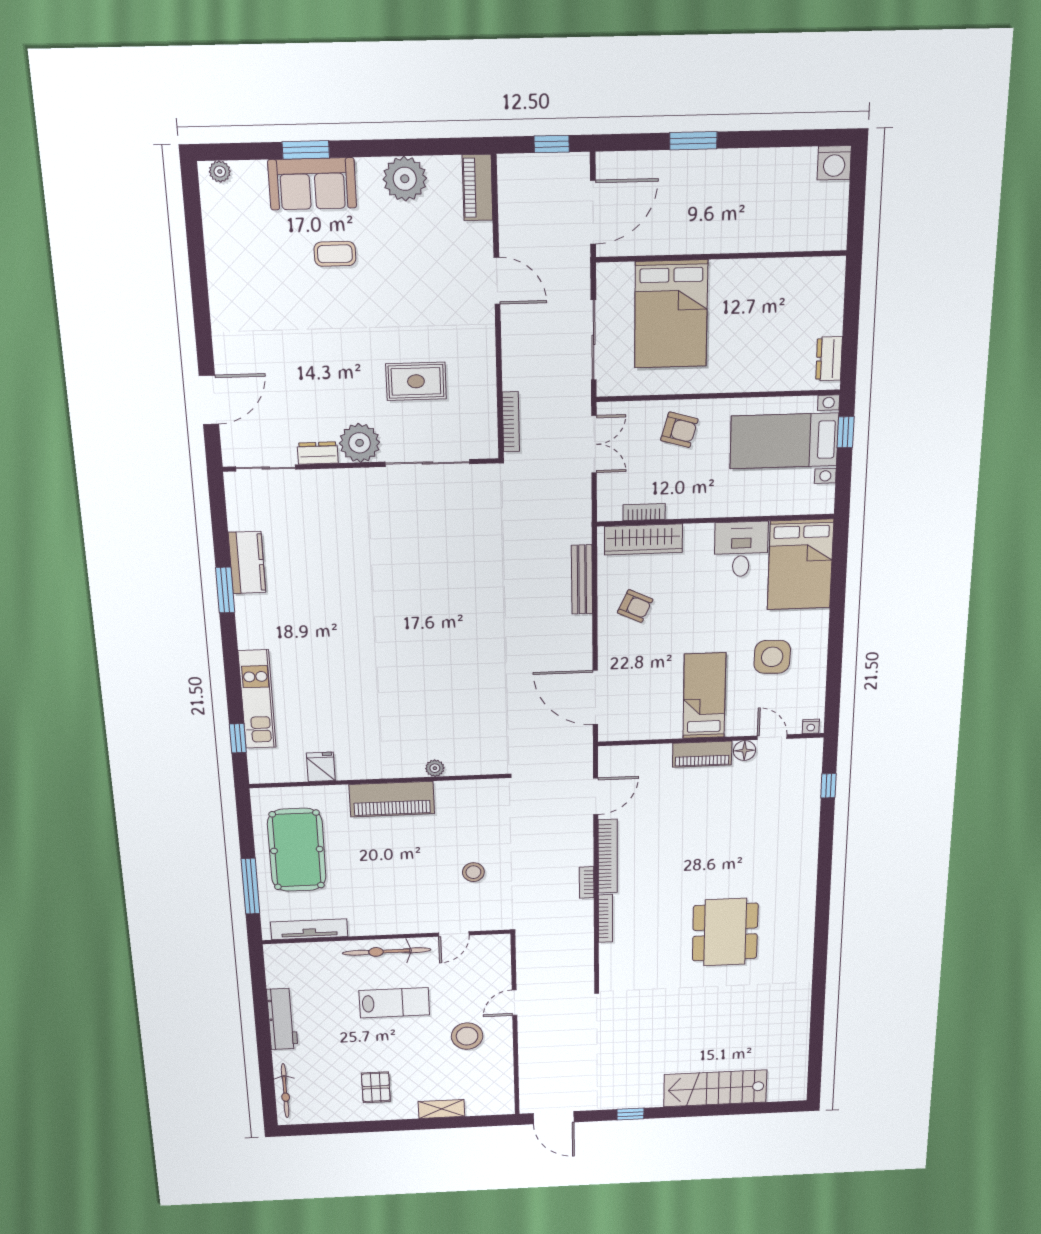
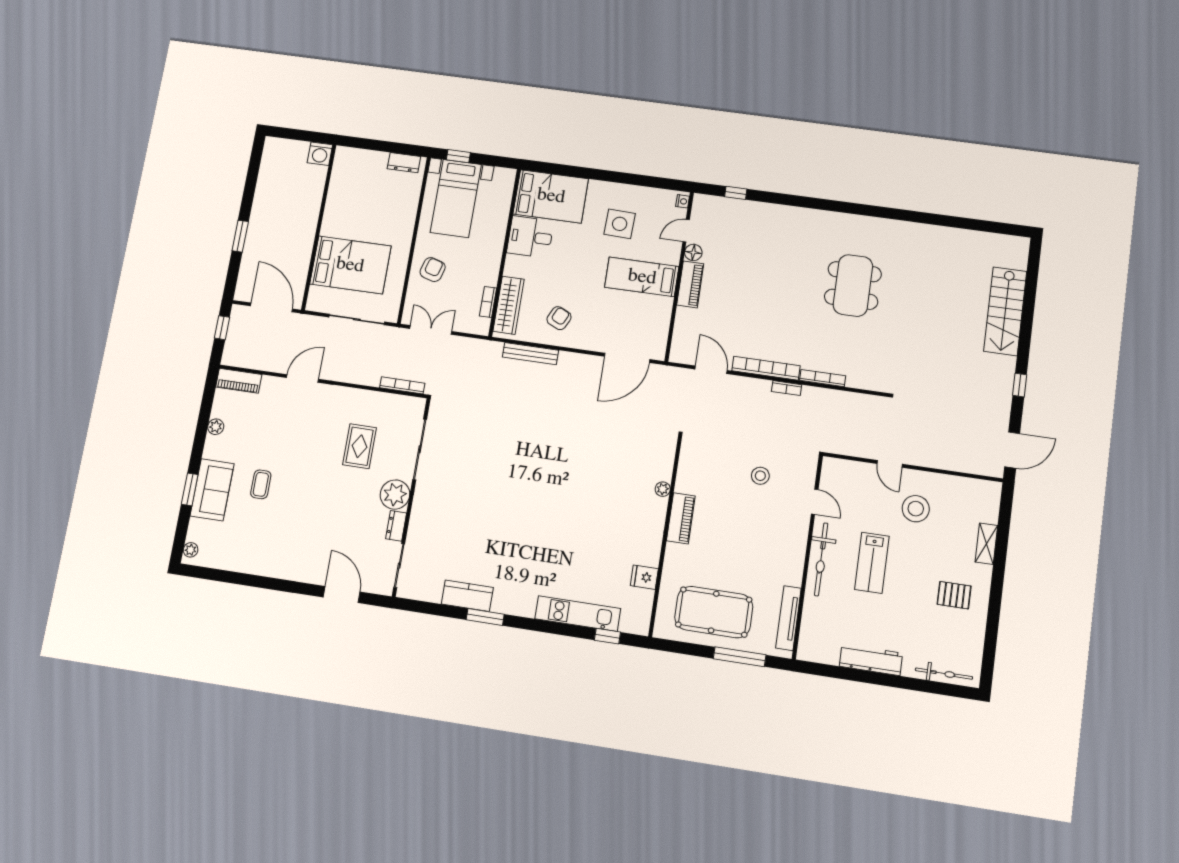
washing machine: (834, 163) -> (320, 154), moved, turned 90
plant: (405, 179) -> (216, 427), width x0.53, depth x0.53
piano: (392, 799) -> (681, 518), width x0.73, depth x0.75
dining table: (725, 932) -> (853, 285), turned 90
lab bench: (394, 1003) -> (872, 563), turned 180

